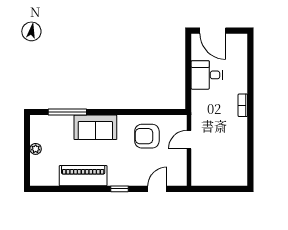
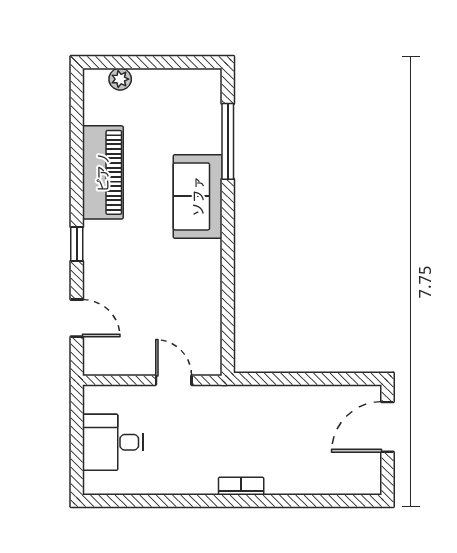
desk: (207, 75) -> (113, 442), moved, turned -90
armchair: (147, 136) -> (180, 298), removed
plant: (36, 149) -> (120, 79), moved

